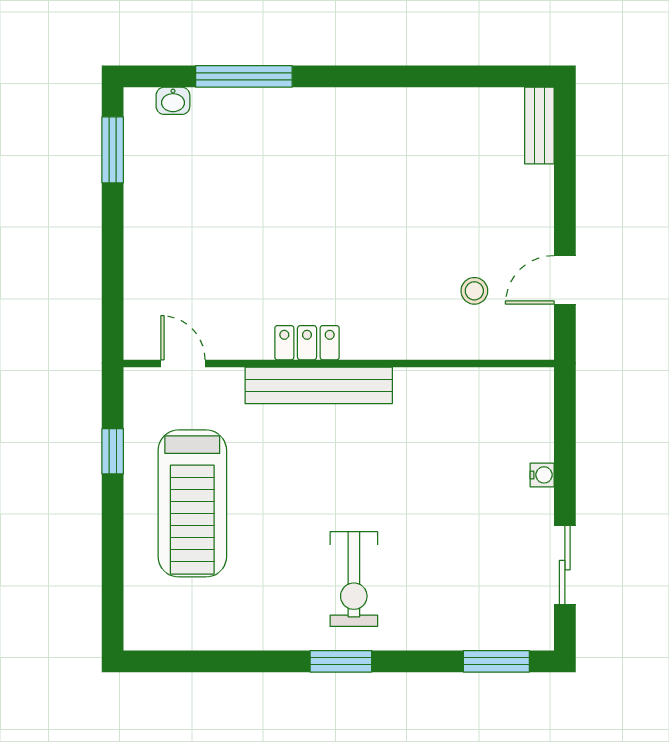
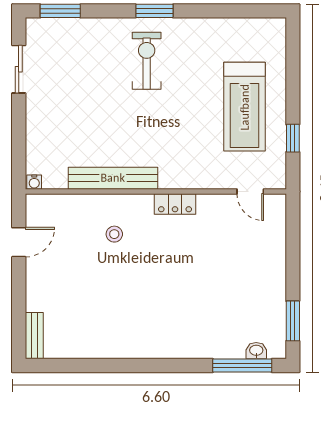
window: (244, 76) -> (242, 365), moved
stool: (474, 291) -> (114, 234), moved
bench: (319, 385) -> (113, 178), moved
water cooler: (542, 475) -> (34, 182), moved, turned -90
treadmill: (192, 503) -> (245, 107), turned 180

